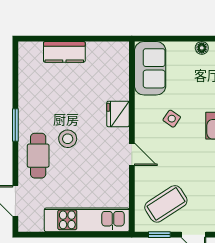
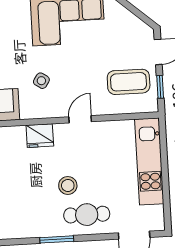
coffee table: (166, 204) -> (129, 82), turned -57

